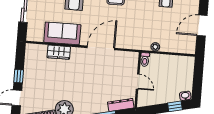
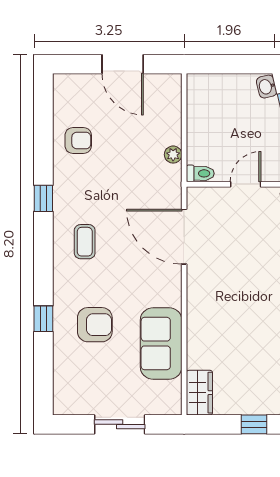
door: (101, 48) -> (184, 237), moved
wardrobe: (59, 52) -> (199, 393), moved

